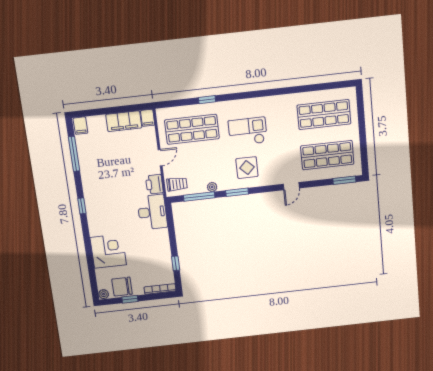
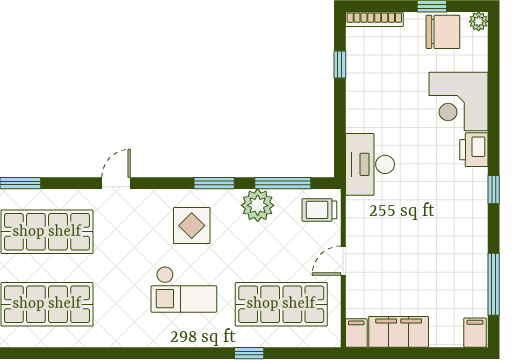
printer: (154, 184) -> (474, 150), moved, turned 180
plant: (212, 187) -> (258, 205), width x1.87, depth x1.87

